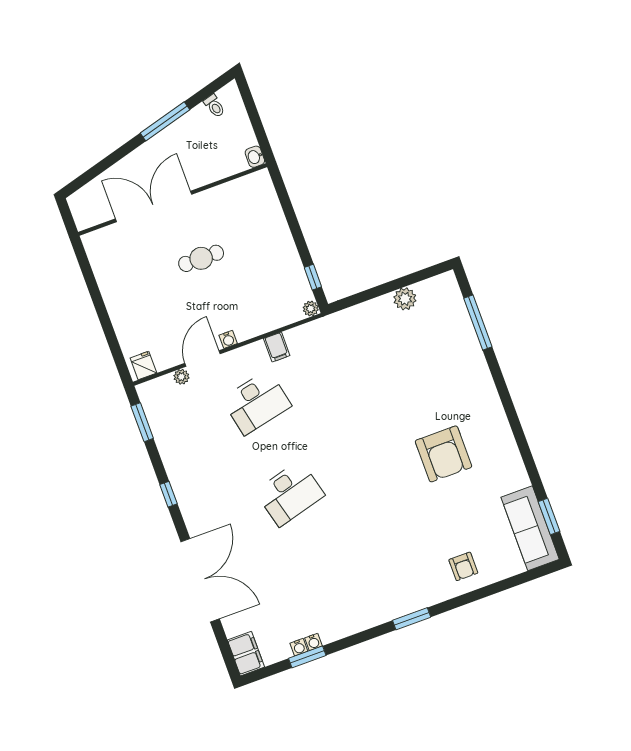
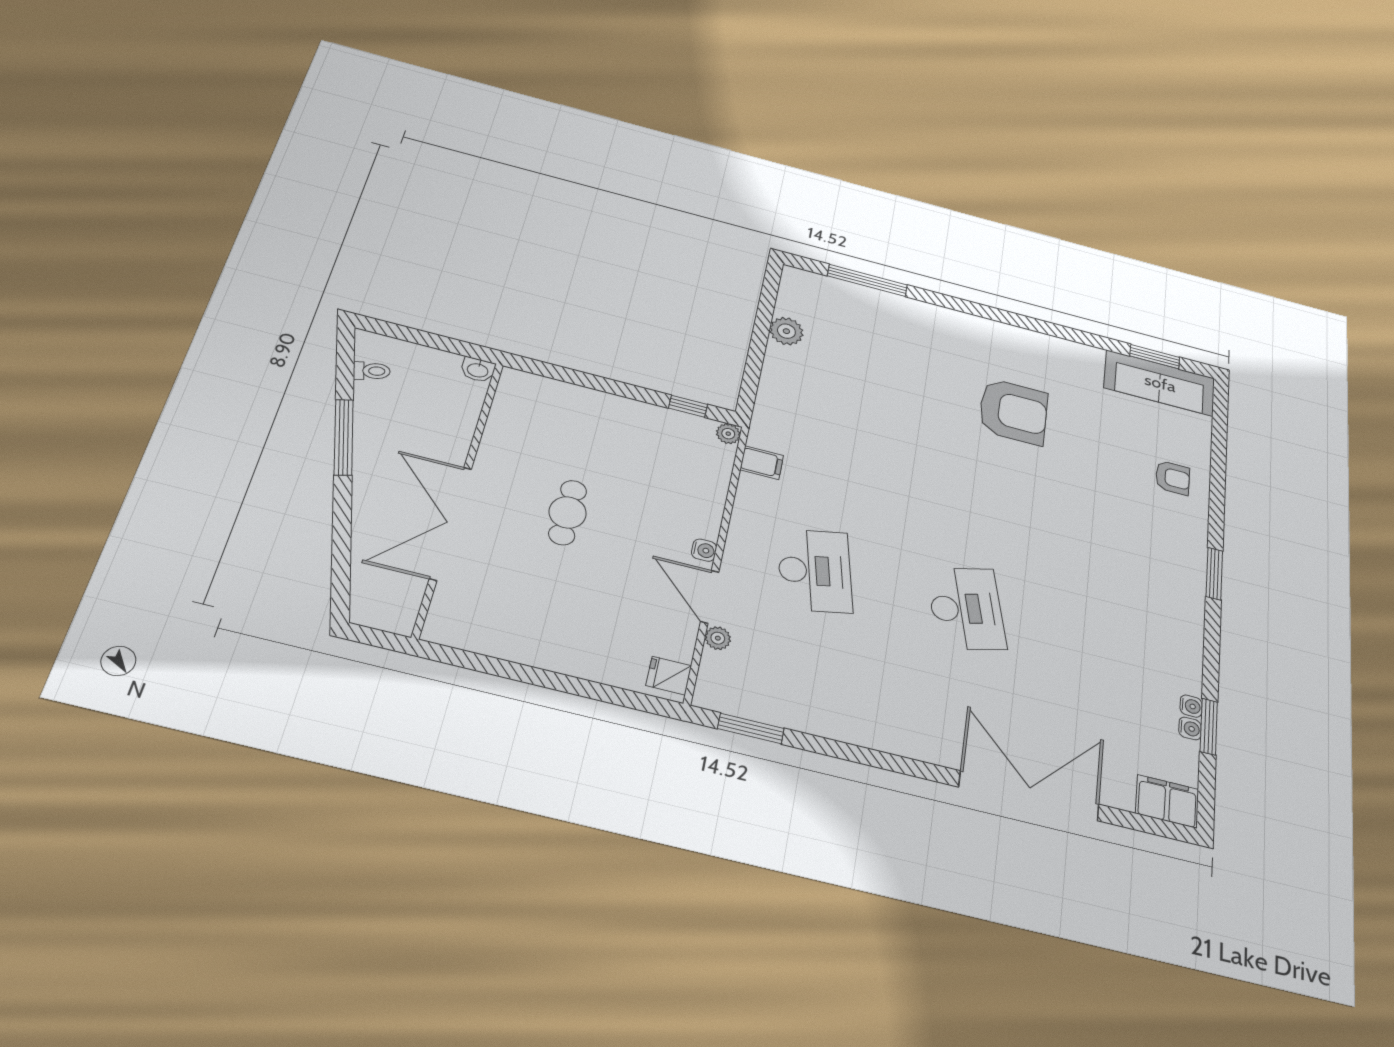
filing cabinet: (277, 347) -> (762, 463), moved
window: (169, 494) -> (878, 759), removed

